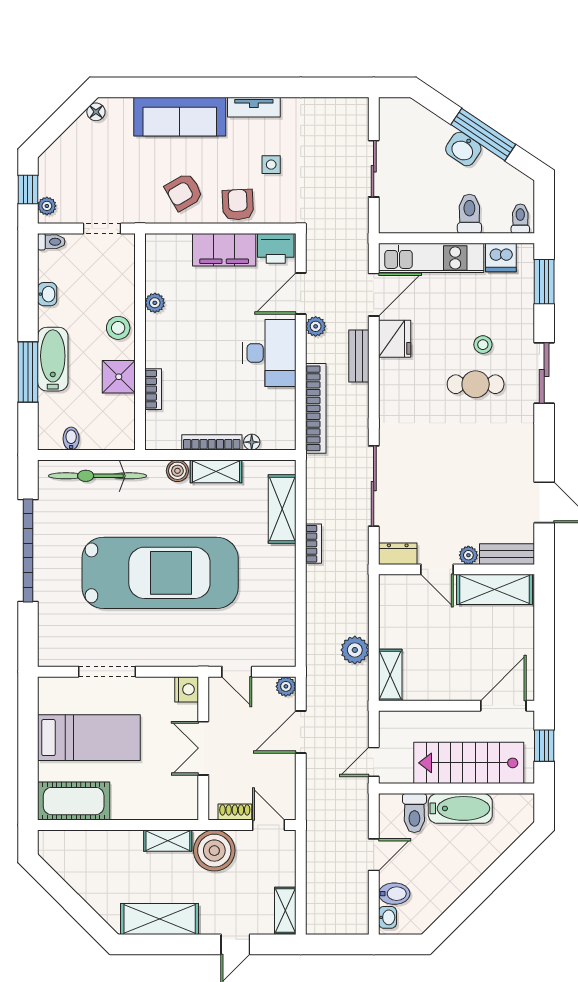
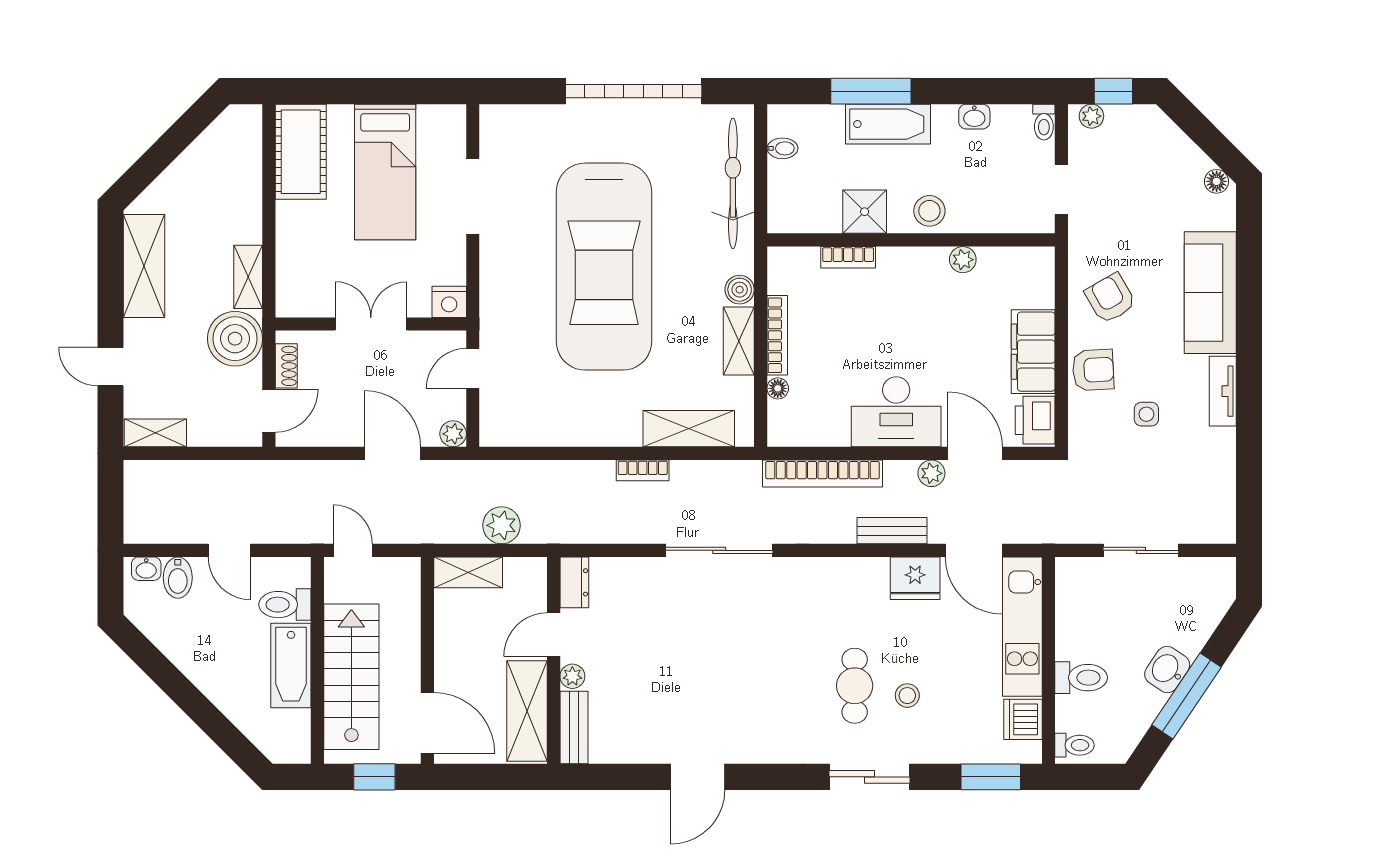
dresser: (398, 554) -> (574, 582), moved
bench: (507, 554) -> (574, 728), moved
plant: (468, 555) -> (572, 676), moved
door: (437, 569) -> (554, 635), moved
wall: (456, 569) -> (554, 660), moved
shelving: (495, 589) -> (527, 711), moved

